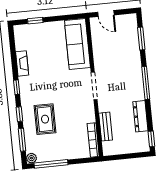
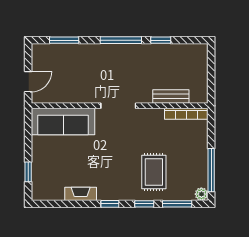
dresser: (140, 116) -> (162, 51), removed
rug: (45, 119) -> (154, 172), turned 90
window: (151, 139) -> (161, 40), moved

